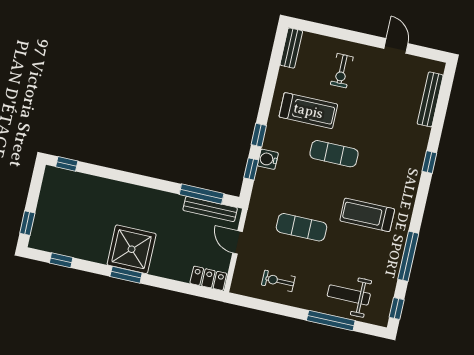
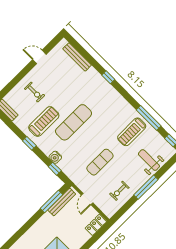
window: (259, 135) -> (29, 143), moved
exercise mat: (334, 154) -> (74, 122), width x1.36, depth x1.45
treadmill: (367, 215) -> (132, 132), moved
door: (237, 242) -> (87, 199), hinge flipped
weight bench: (349, 295) -> (149, 160), turned 90
window: (331, 320) -> (146, 187), moved

